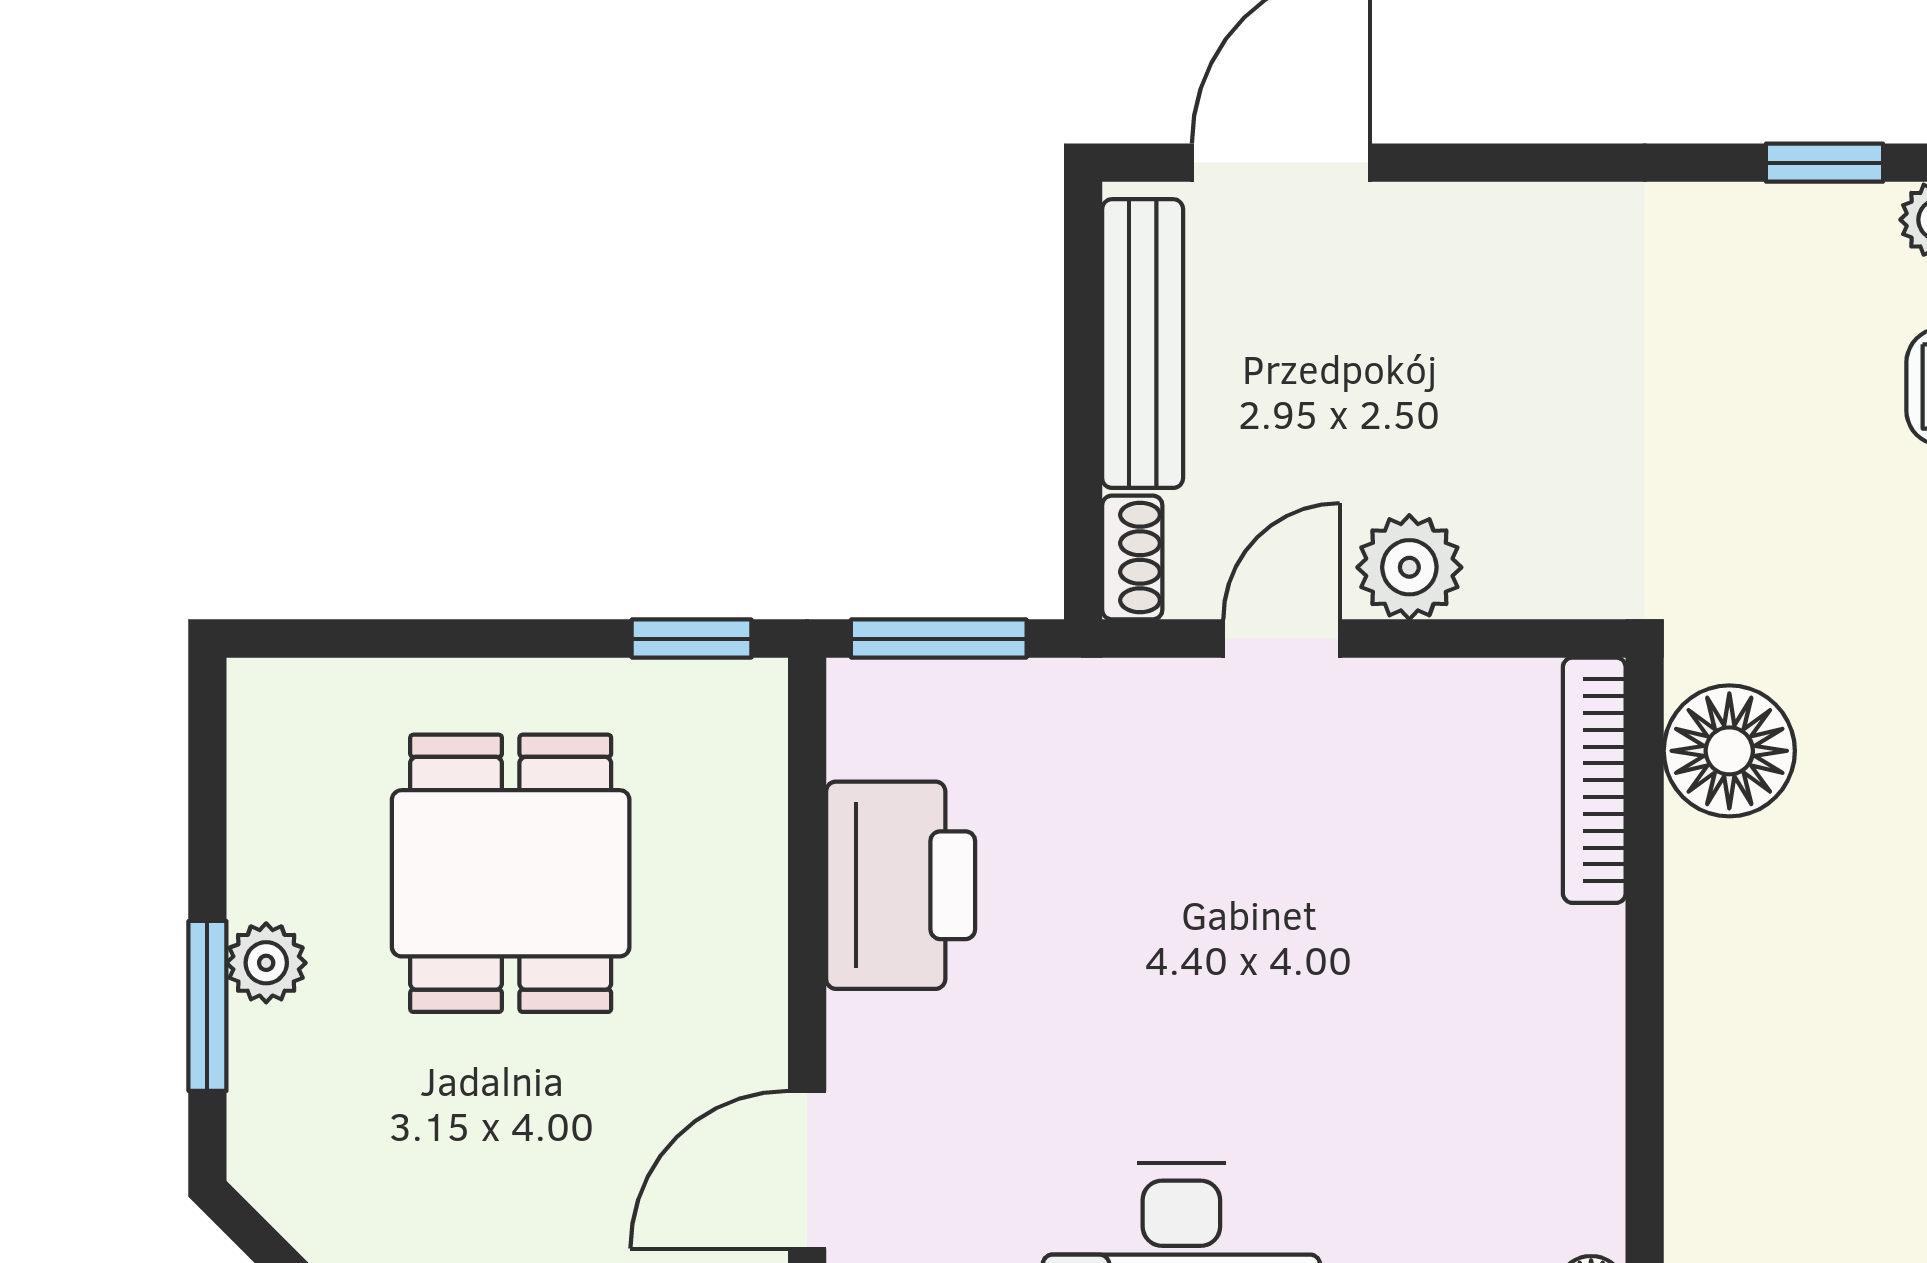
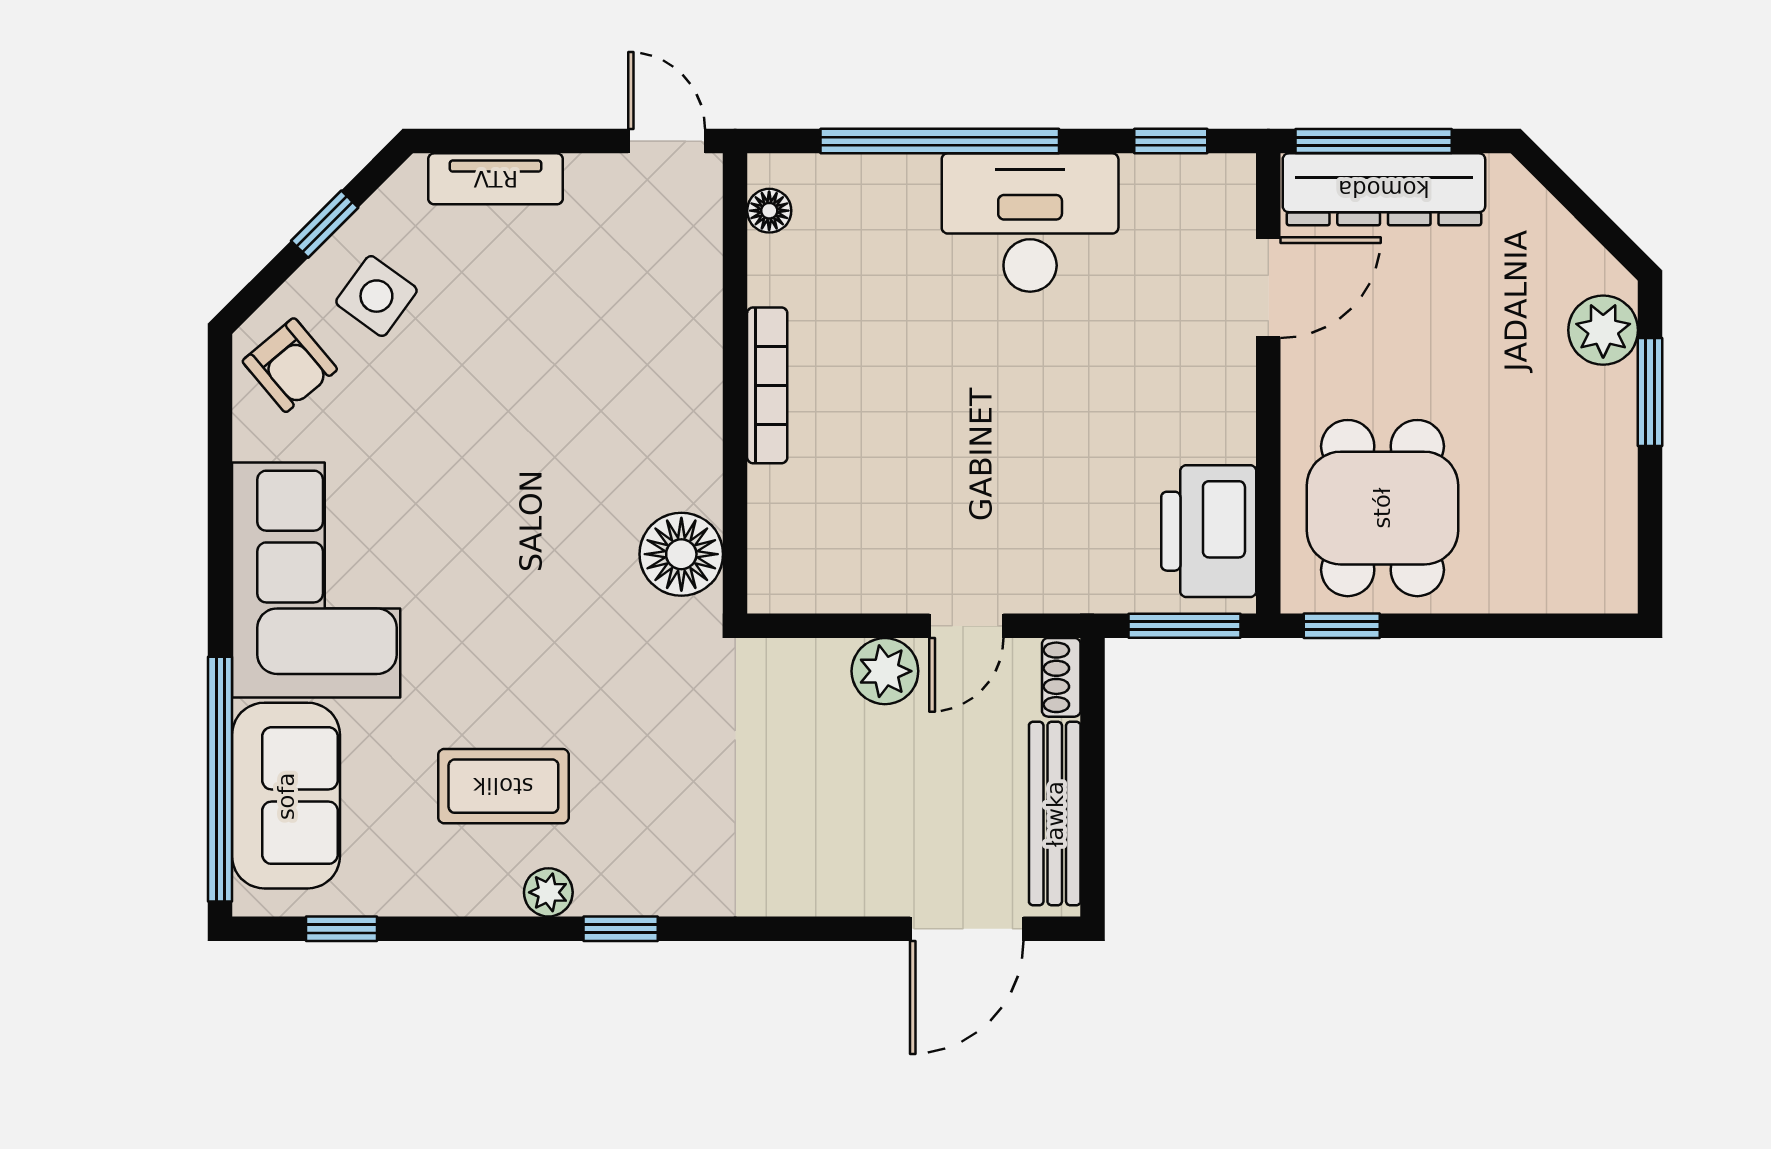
bookcase: (1594, 780) -> (767, 385), moved
dining table: (511, 873) -> (1382, 508), moved
printer: (901, 885) -> (1209, 531), moved
plant: (266, 963) -> (1603, 330), moved, width x1.38, depth x1.38

